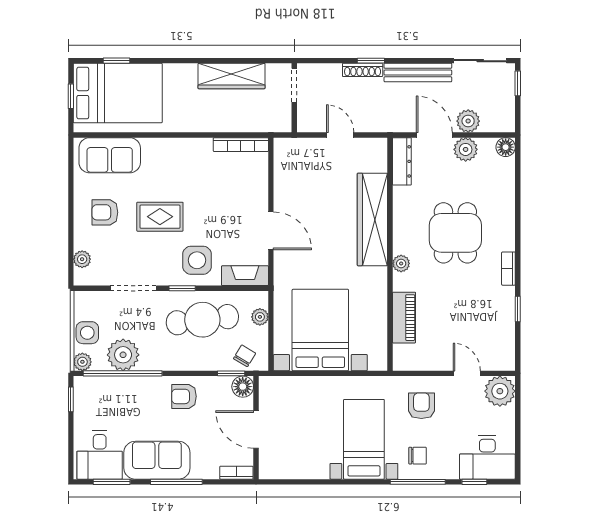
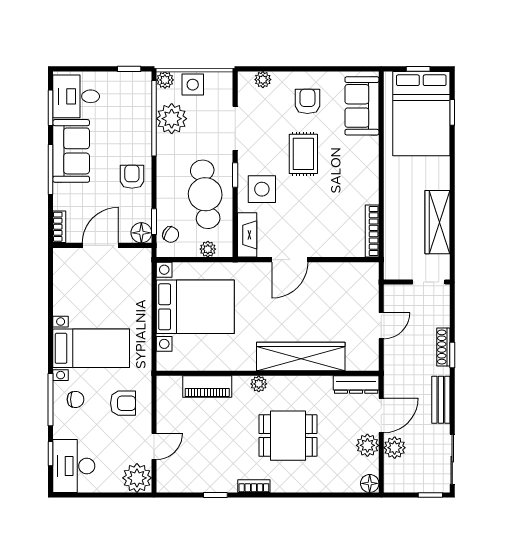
bench: (418, 73) -> (441, 400), width x0.73
chair: (418, 456) -> (76, 399), turned -90

